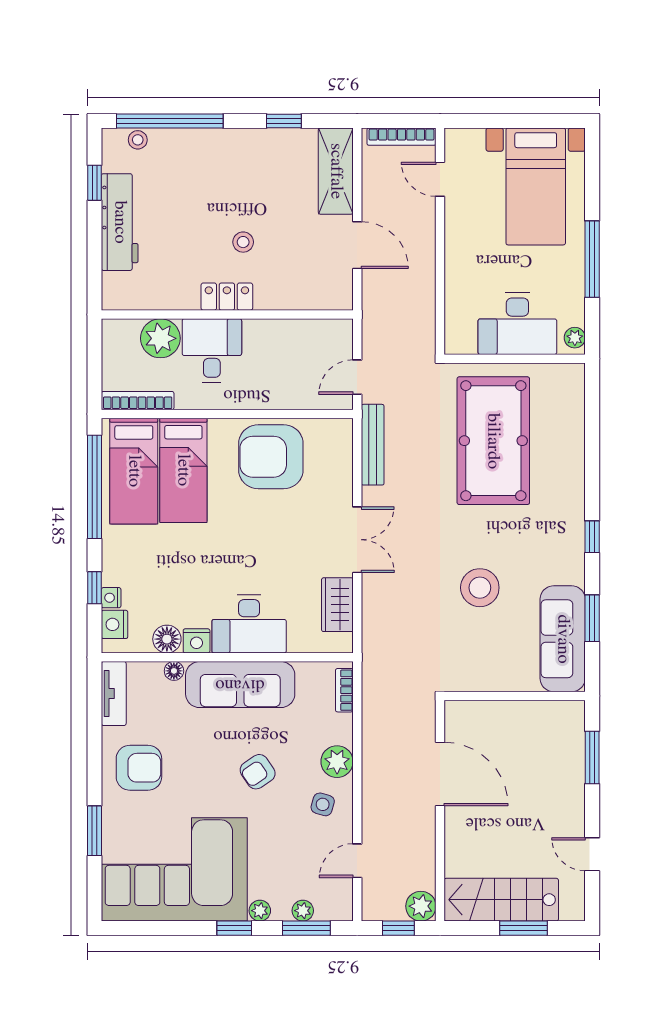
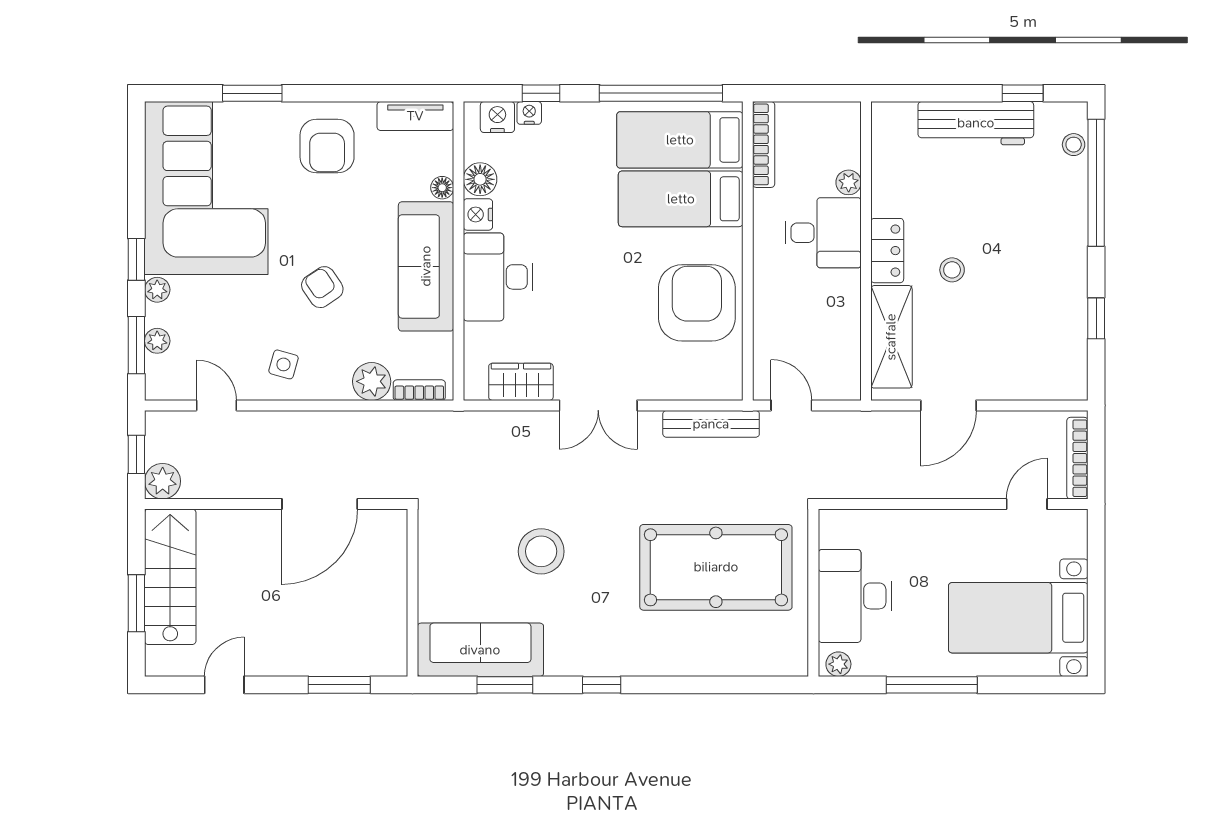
shelving: (336, 171) -> (891, 337), moved, turned 90
plant: (160, 338) -> (849, 182), width x0.53, depth x0.53
plant: (337, 762) -> (372, 381), moved

